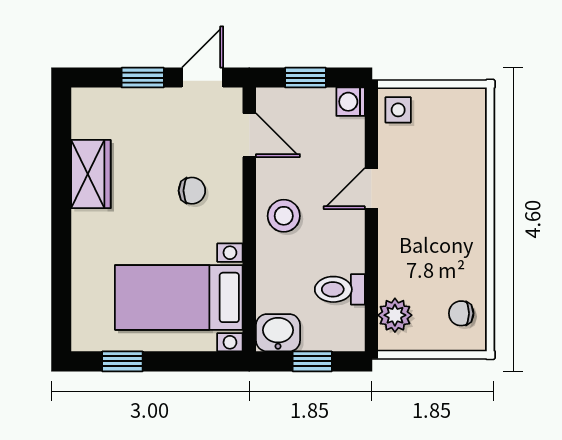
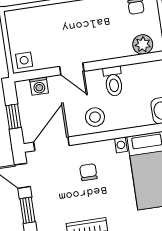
washing machine: (351, 102) -> (39, 86), moved
door: (249, 135) -> (51, 144), width x1.38
toilet: (340, 289) -> (113, 81), moved

